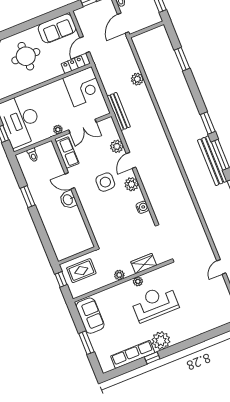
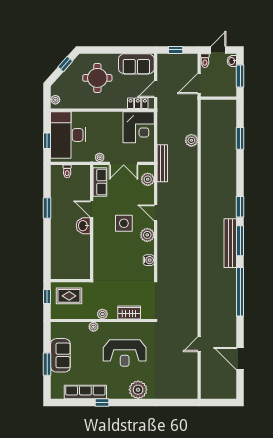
plant: (117, 146) -> (148, 179), moved
door: (131, 160) -> (156, 213), hinge flipped
plant: (138, 281) -> (93, 327), moved
reception desk: (155, 303) -> (125, 353), turned 180
sofa: (90, 316) -> (60, 355), moved
plant: (161, 341) -> (138, 390), moved

